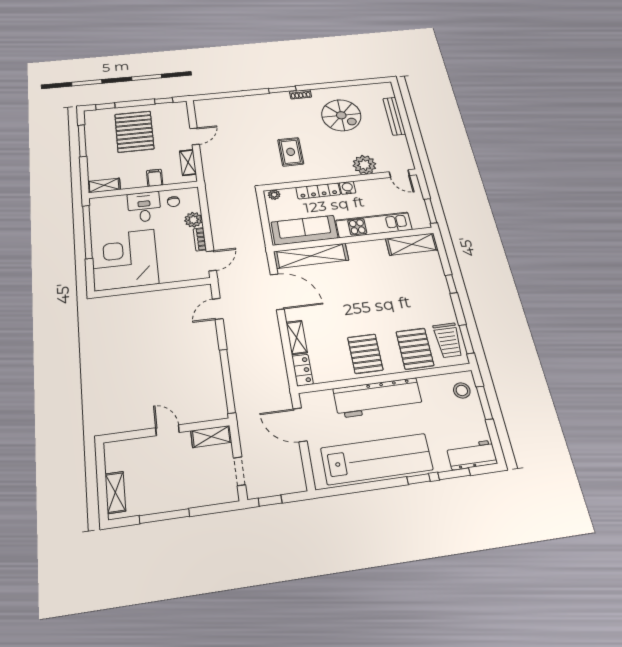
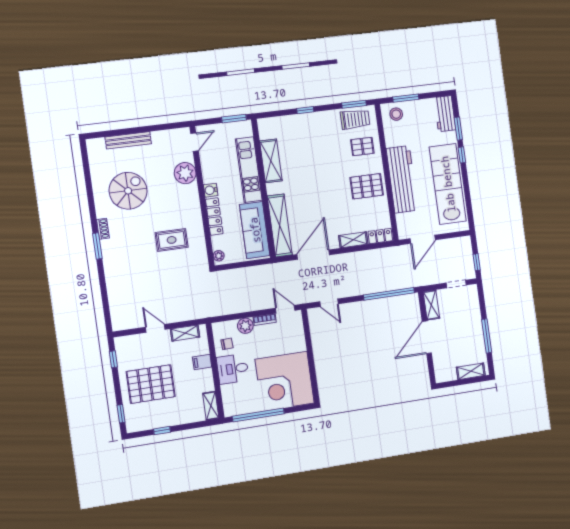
window: (82, 141) -> (162, 431), width x0.46
shelving: (412, 244) -> (271, 161), moved
pallet: (415, 349) -> (362, 147), width x0.67, depth x0.71
door: (167, 430) -> (427, 337), width x1.88

